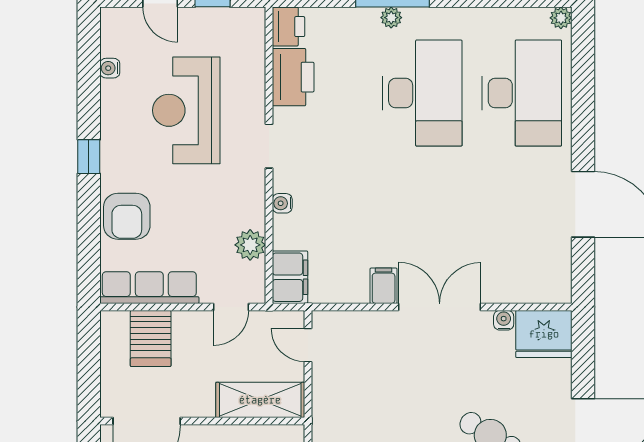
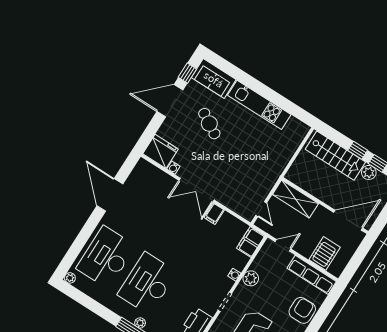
plant: (250, 245) -> (251, 278), moved

